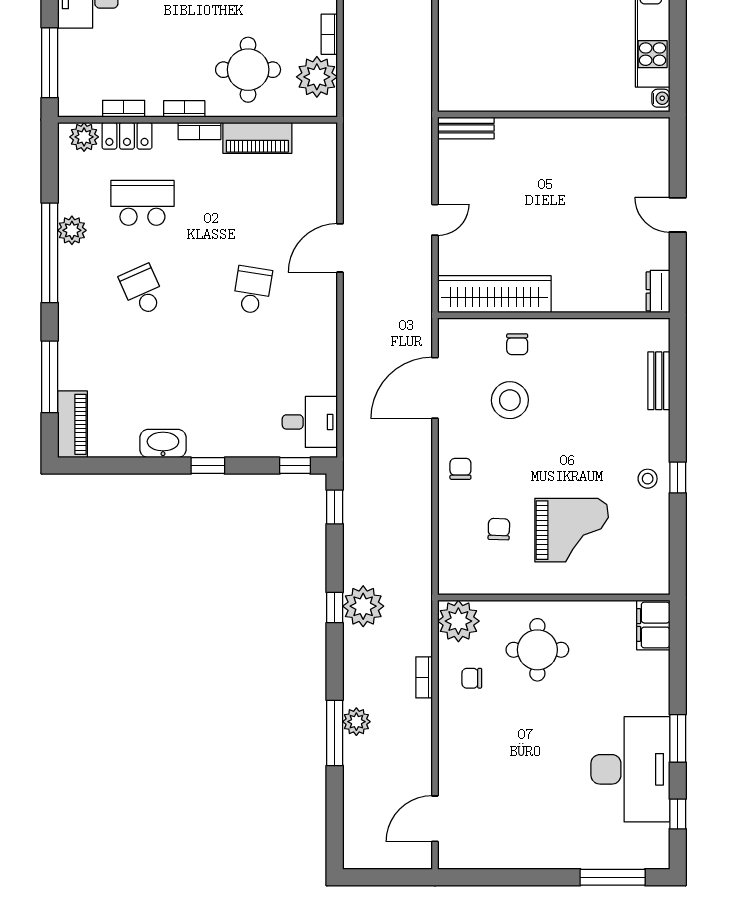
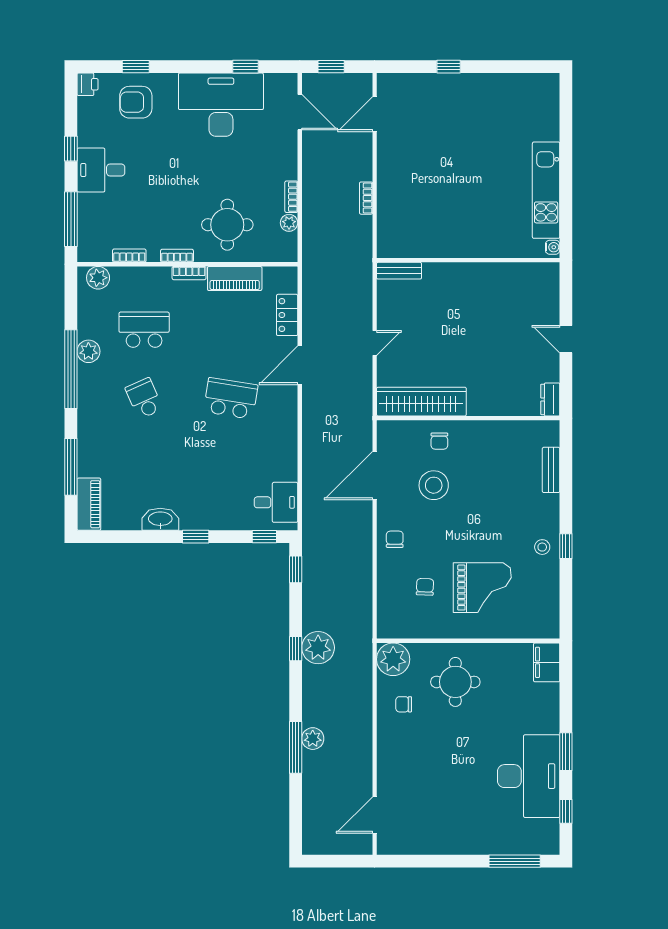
plant: (317, 77) -> (289, 223), width x0.53, depth x0.53
locker: (127, 136) -> (287, 315), moved, turned 90
school desk: (252, 290) -> (231, 398), width x1.85
bookcase: (424, 677) -> (366, 198), moved

